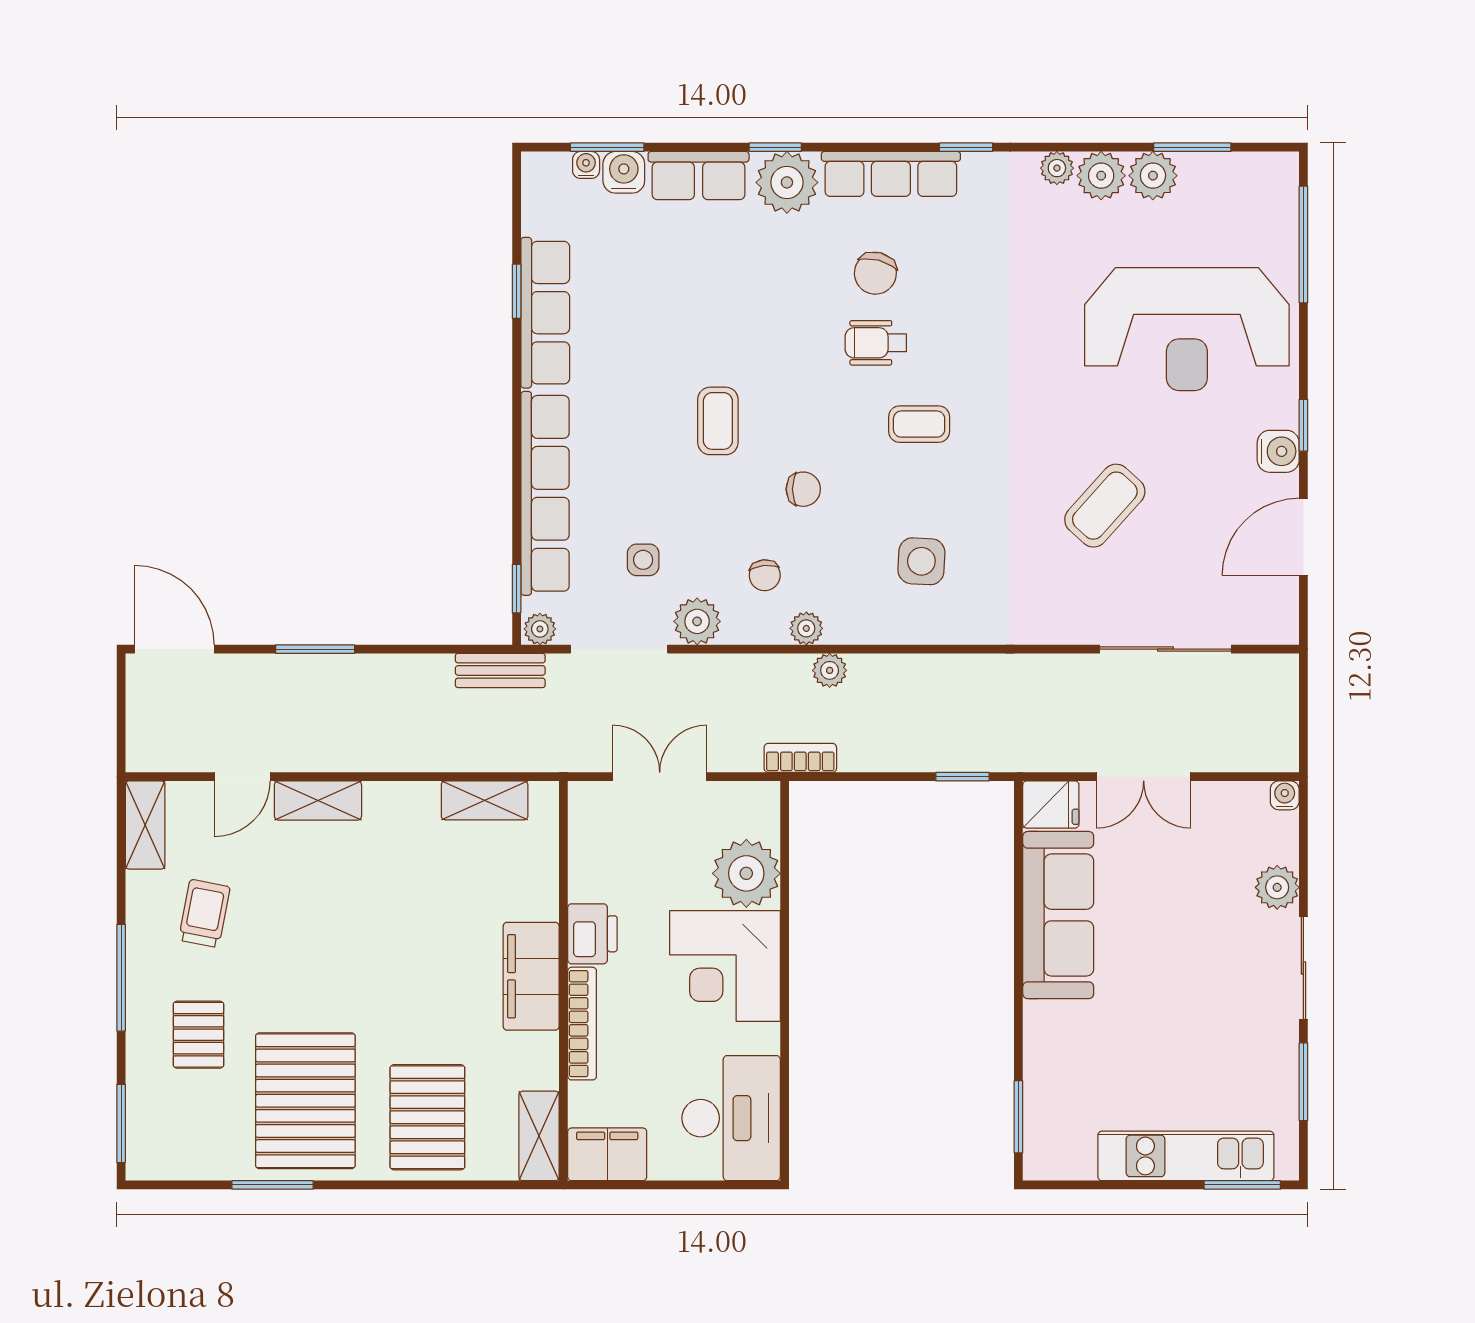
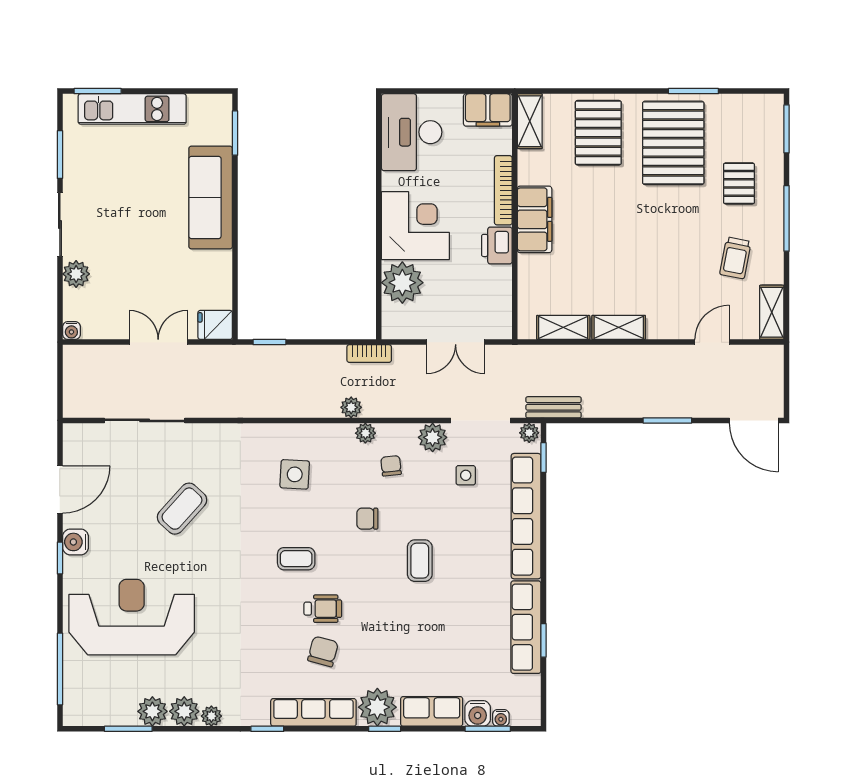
shelving: (318, 801) -> (619, 327), moved
sofa: (1058, 915) -> (211, 197), moved

